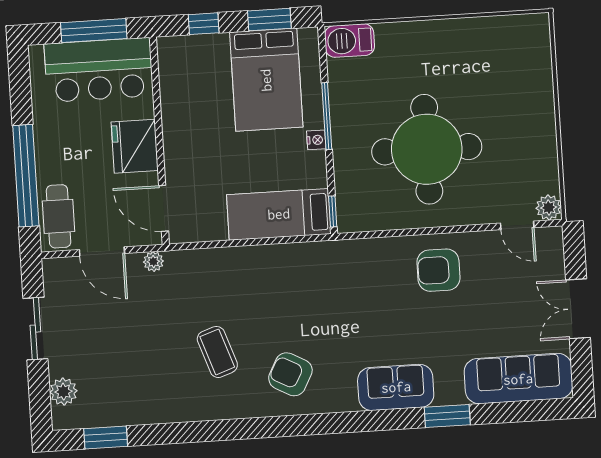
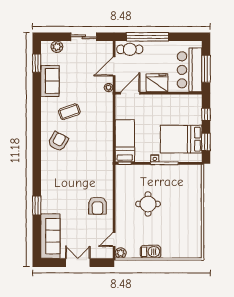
barbecue: (350, 41) -> (151, 252), moved, turned 90
round table: (427, 149) -> (148, 204), width x0.54, depth x0.54
armchair: (438, 270) -> (98, 206), turned 180
sofa: (396, 387) -> (50, 81), moved

